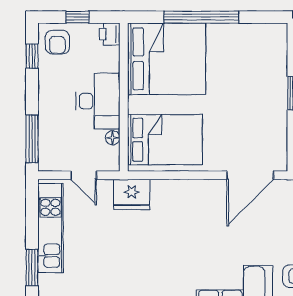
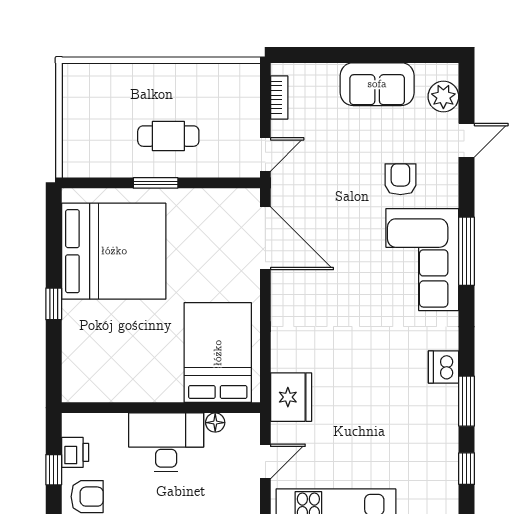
window: (201, 17) -> (54, 304), width x0.32
printer: (110, 34) -> (75, 452), moved, turned -90
bed: (167, 59) -> (114, 251), moved, turned 90

